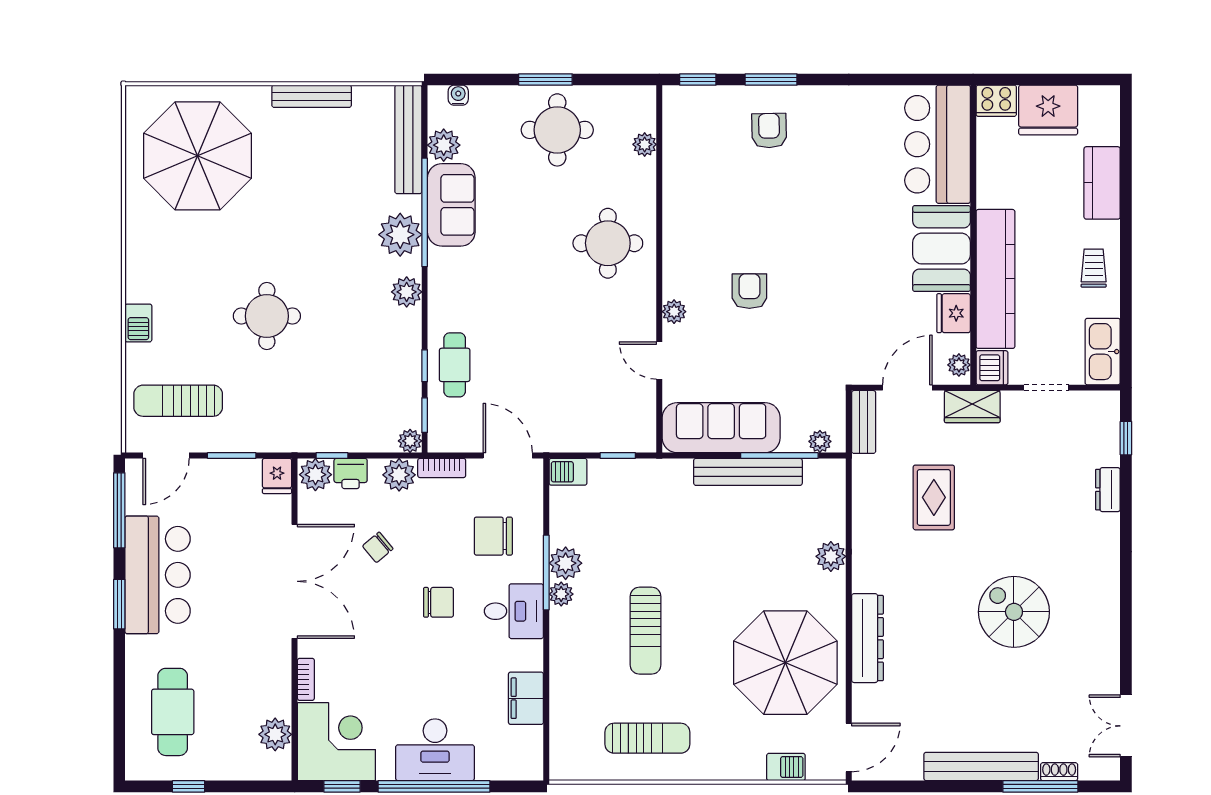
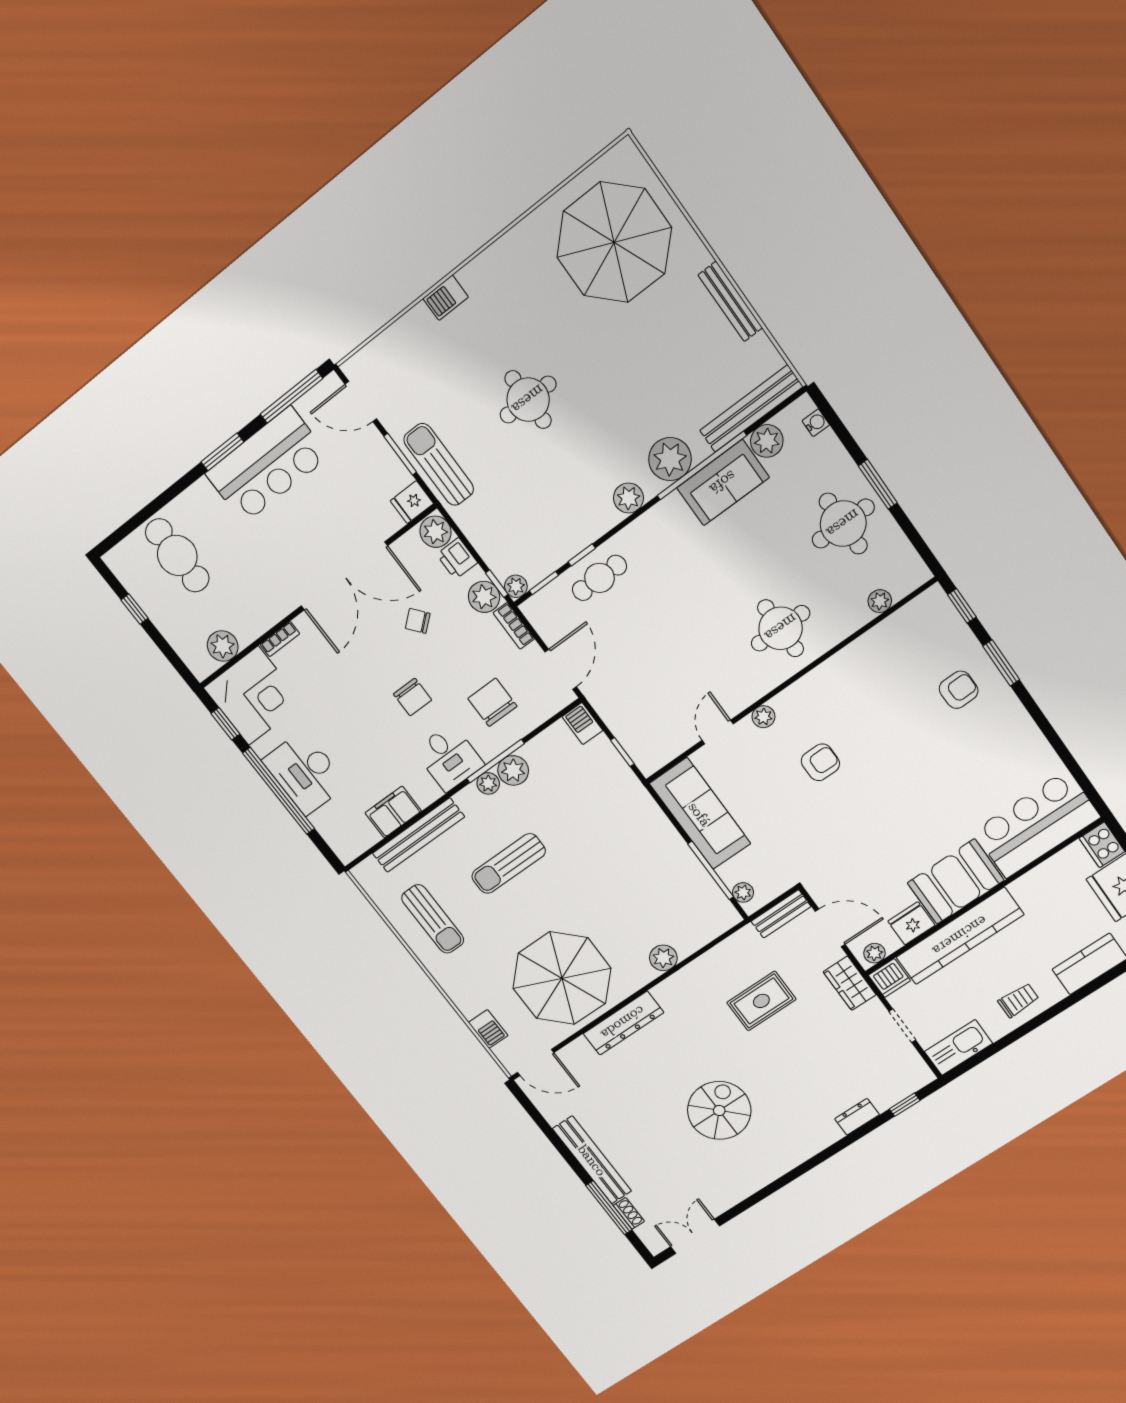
sun lounger: (178, 401) -> (439, 465), moved
window: (332, 456) -> (497, 584), moved
bench: (748, 472) -> (418, 835), moved, turned 90
cafe table: (173, 712) -> (177, 555), turned 90

